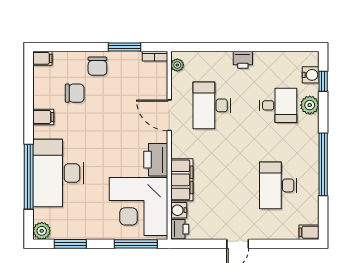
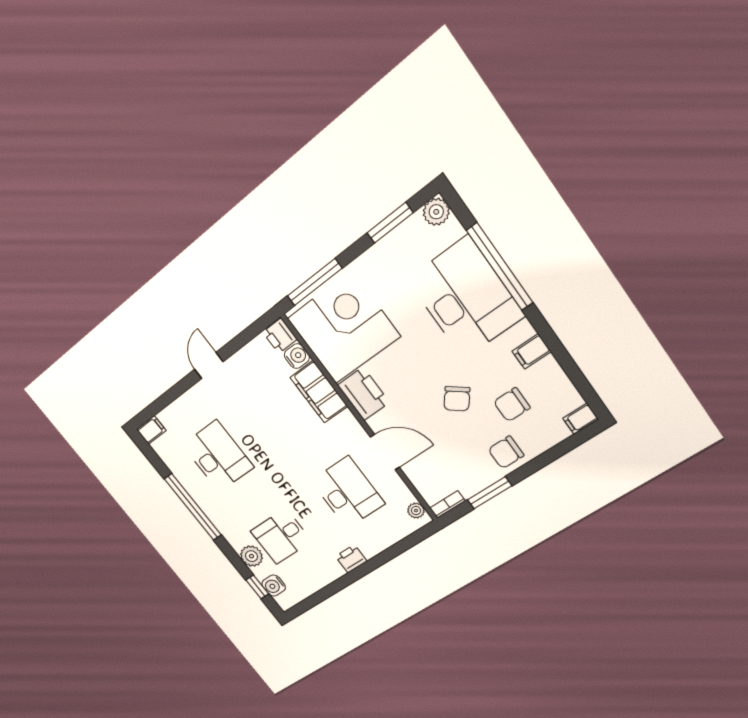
chair: (97, 66) -> (506, 452), turned -90
chair: (103, 119) -> (457, 399), added

